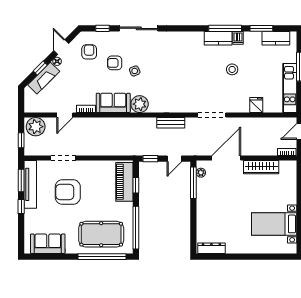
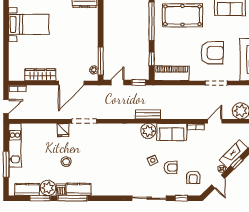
plant: (253, 40) -> (48, 188), added
fridge: (256, 105) -> (63, 130), moved
bench: (171, 123) -> (148, 114), moved
piano: (124, 182) -> (172, 73), moved, turned -90

